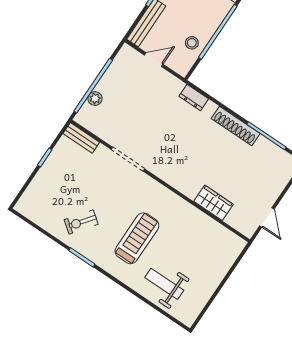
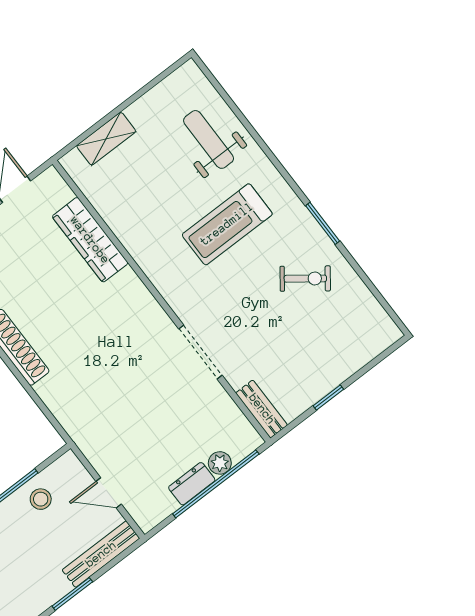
dresser: (194, 98) -> (192, 484), moved, turned -90
wardrobe: (213, 203) -> (90, 240), width x1.50
shelving: (224, 264) -> (106, 139), added
weight bench: (164, 284) -> (209, 139), turned 180

